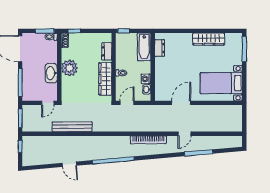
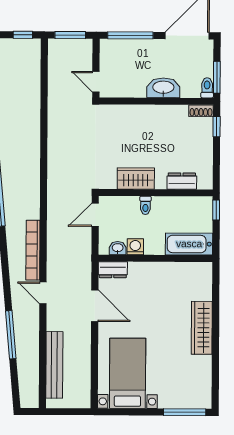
wardrobe: (209, 39) -> (202, 328), moved
dresser: (160, 48) -> (113, 270), moved
plant: (69, 68) -> (154, 118), removed
washbasin: (51, 73) -> (163, 88), moved
wardrobe: (105, 79) -> (136, 178), width x0.67
door: (127, 103) -> (95, 215), swing flipped
bench: (72, 127) -> (54, 365), moved
door: (185, 134) -> (43, 293), moved

